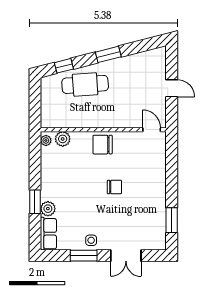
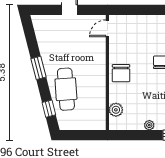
plant: (46, 140) -> (149, 125), moved

